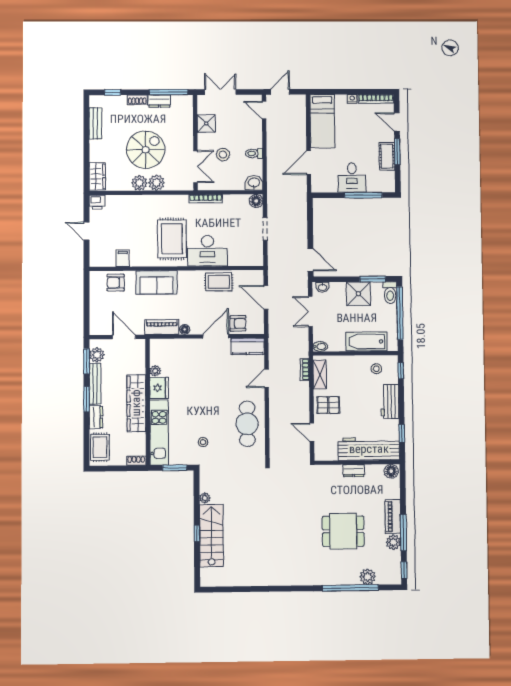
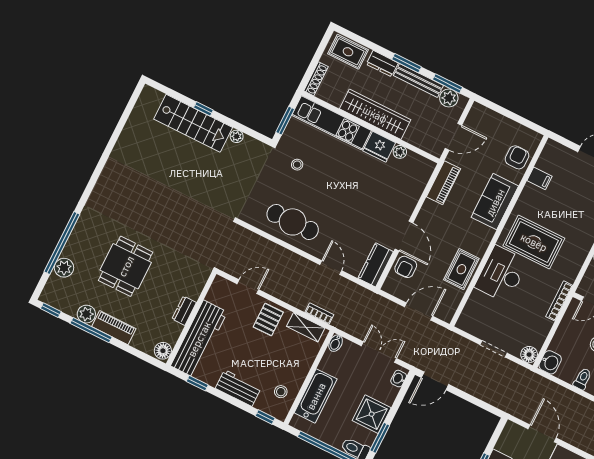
floor lamp: (185, 329) -> (428, 206), removed
shoe rack: (136, 461) -> (316, 79), width x1.43

